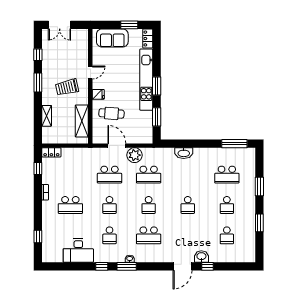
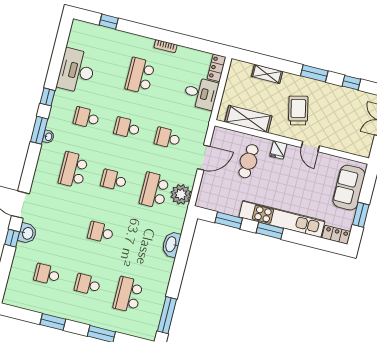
plant: (134, 155) -> (181, 194), moved
desk: (72, 159) -> (201, 93), added
window: (38, 168) -> (200, 45), removed
school desk: (109, 175) -> (167, 138), width x0.54

